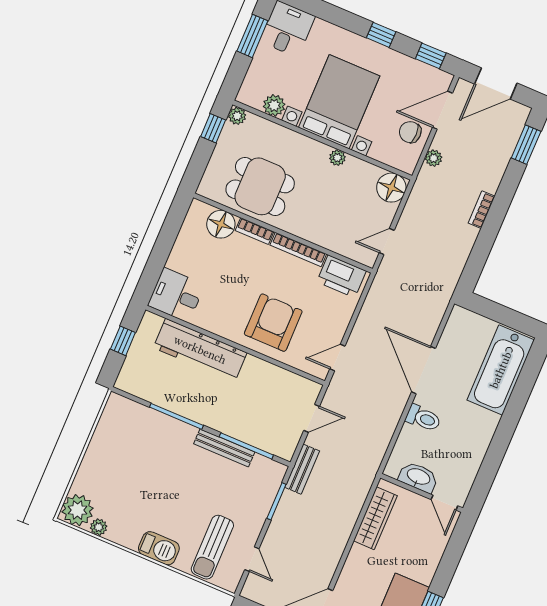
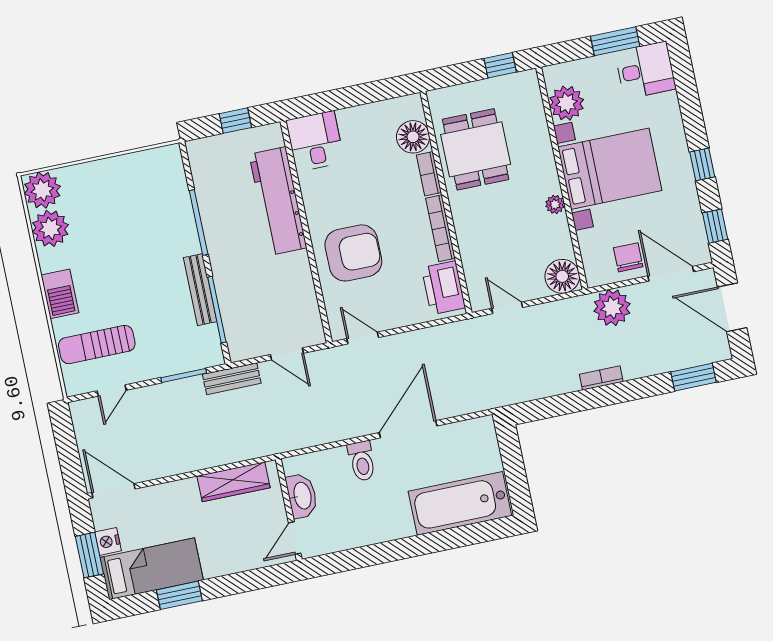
plant: (274, 105) -> (567, 103), width x1.36, depth x1.36
plant: (237, 116) -> (528, 80), removed
plant: (434, 158) -> (612, 308), width x1.87, depth x1.87
plant: (99, 527) -> (50, 228), width x1.88, depth x1.88

